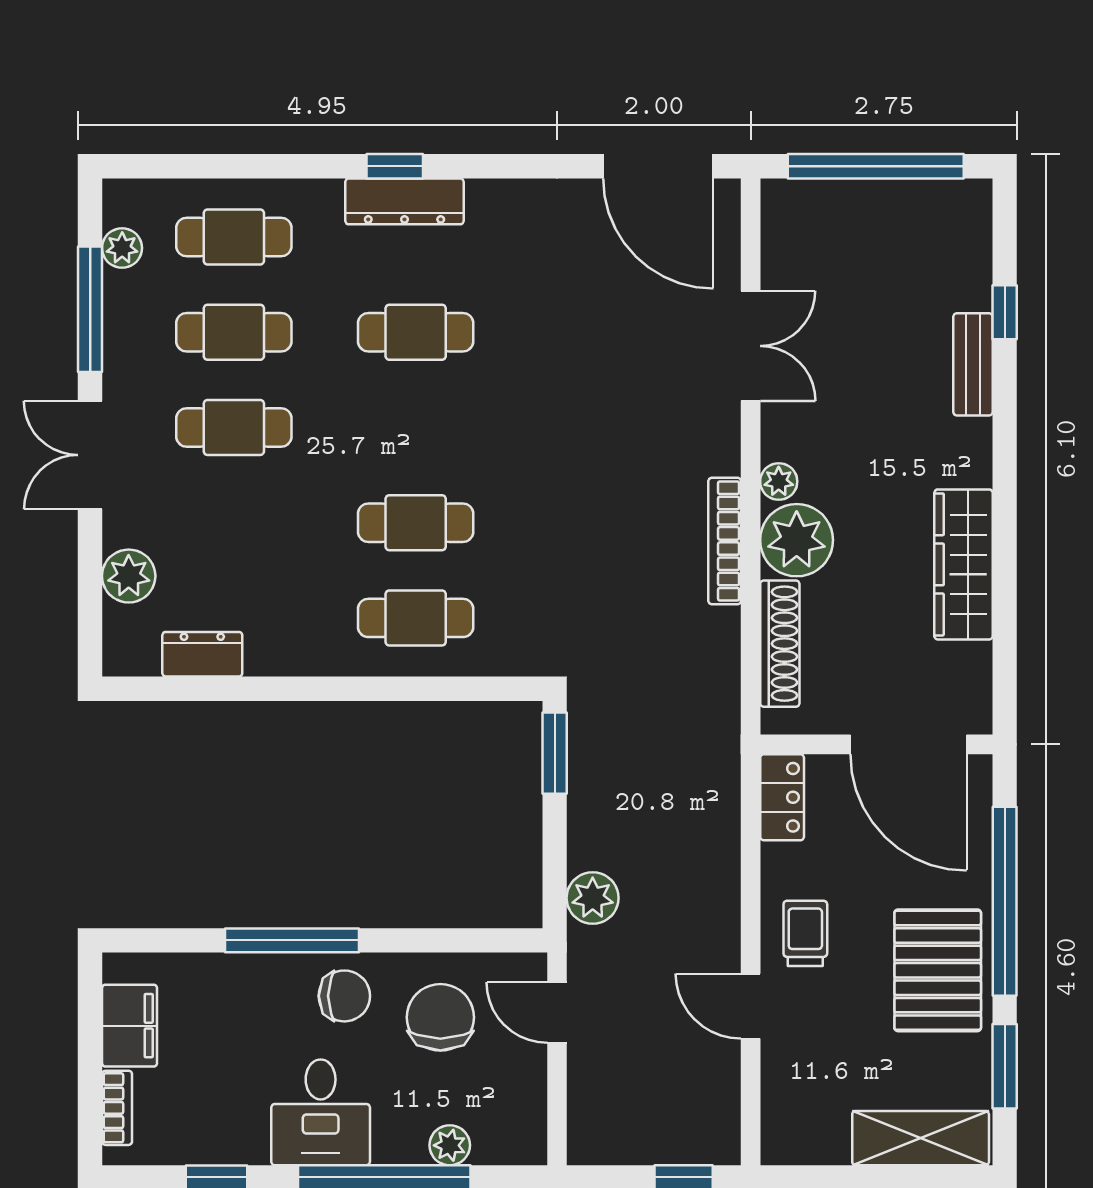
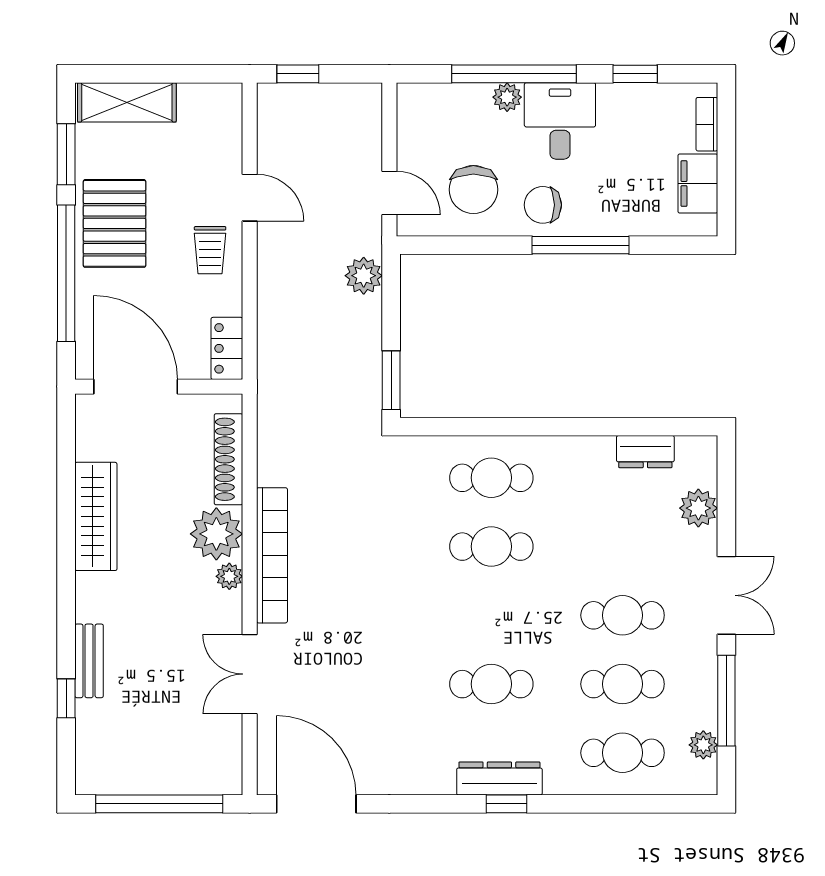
bookcase: (725, 541) -> (272, 555), width x1.48, depth x1.31
plant: (450, 1145) -> (507, 97), moved

